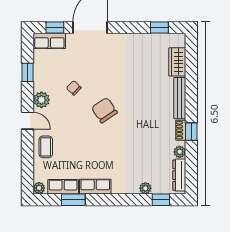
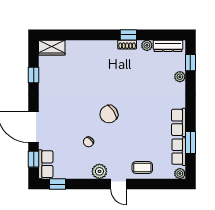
window: (159, 28) -> (34, 75), moved
wardrobe: (177, 62) -> (52, 48), moved
window: (28, 72) -> (58, 184), moved
bench: (180, 98) -> (98, 45), removed
door: (28, 121) -> (118, 184), swing flipped

